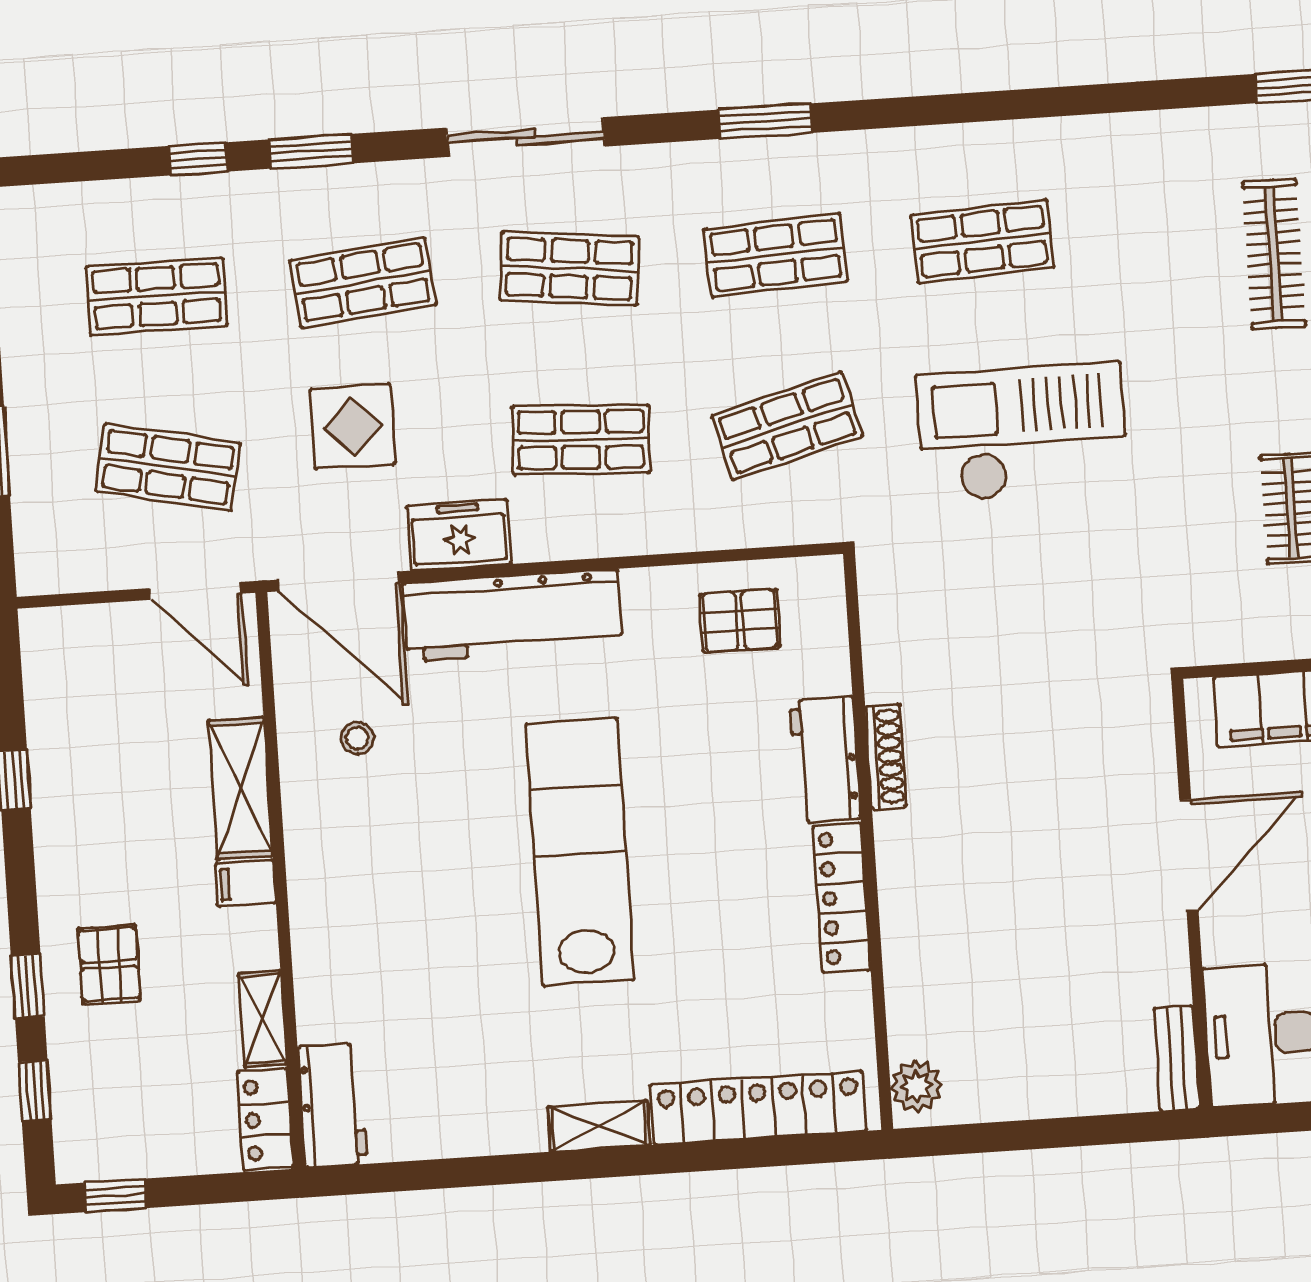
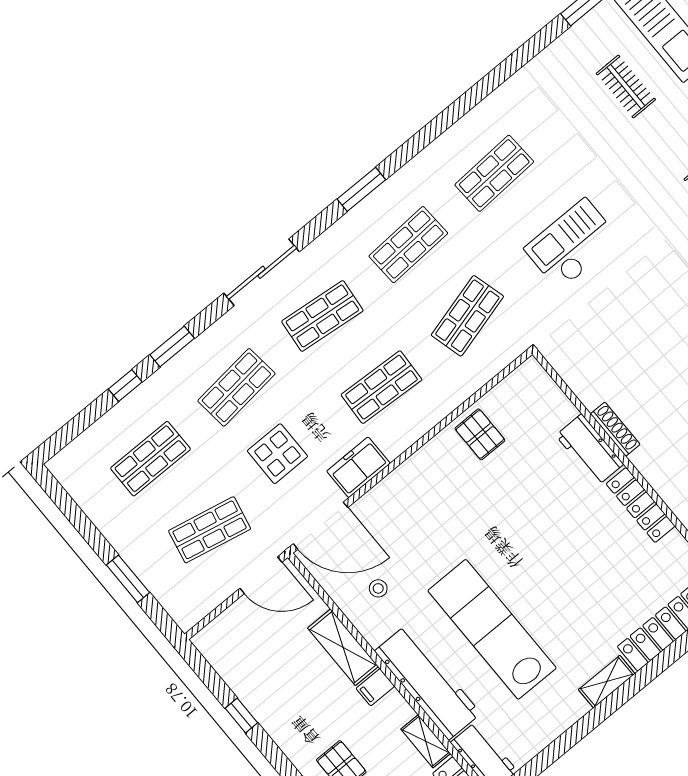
clothes rail: (1274, 254) -> (626, 87), width x0.73
checkout: (1022, 432) -> (572, 244), width x0.73, depth x0.83
workbench: (513, 615) -> (428, 682), moved, turned -90
pallet: (740, 621) -> (480, 434), moved, turned 90
lab bench: (580, 852) -> (492, 629), moved

